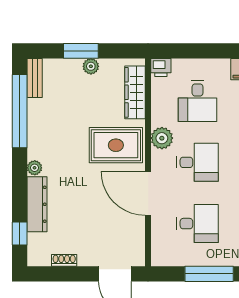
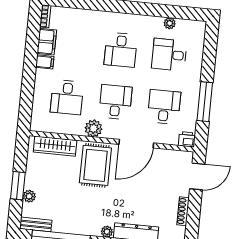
plant: (91, 66) -> (29, 196), moved
printer: (161, 67) -> (187, 139), moved, turned -90
desk: (198, 101) -> (67, 97), turned 90
shoe rack: (64, 260) -> (183, 211), width x1.43

